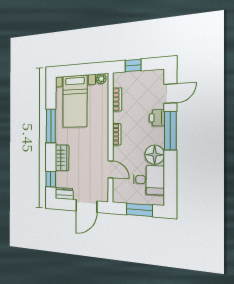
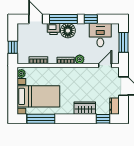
window: (51, 126) -> (41, 119), moved
plant: (118, 152) -> (80, 59), added
floor lamp: (155, 155) -> (68, 31), moved
window: (170, 168) -> (91, 19), added
door: (111, 169) -> (105, 66), moved

